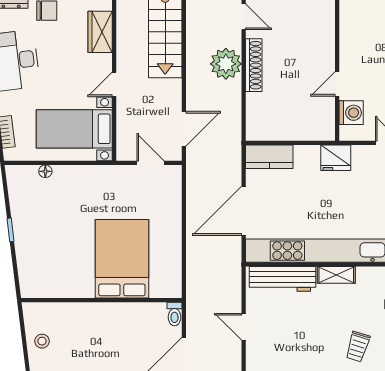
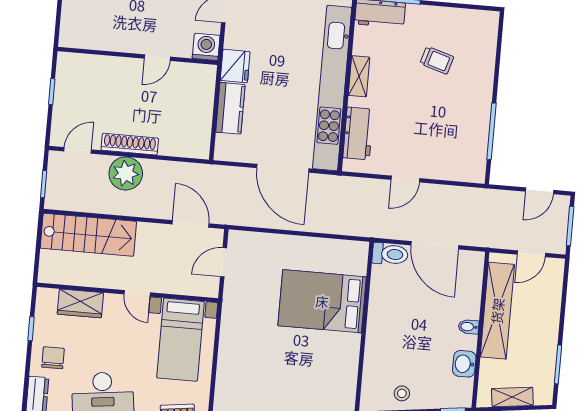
door: (337, 84) -> (157, 58), hinge flipped
washing machine: (351, 113) -> (206, 47), moved
kitchen counter: (269, 157) -> (230, 108), moved
floor lamp: (45, 171) -> (223, 374), removed
workbench: (283, 279) -> (358, 133), width x0.73
toilet: (175, 314) -> (390, 254), width x1.37, depth x1.39

